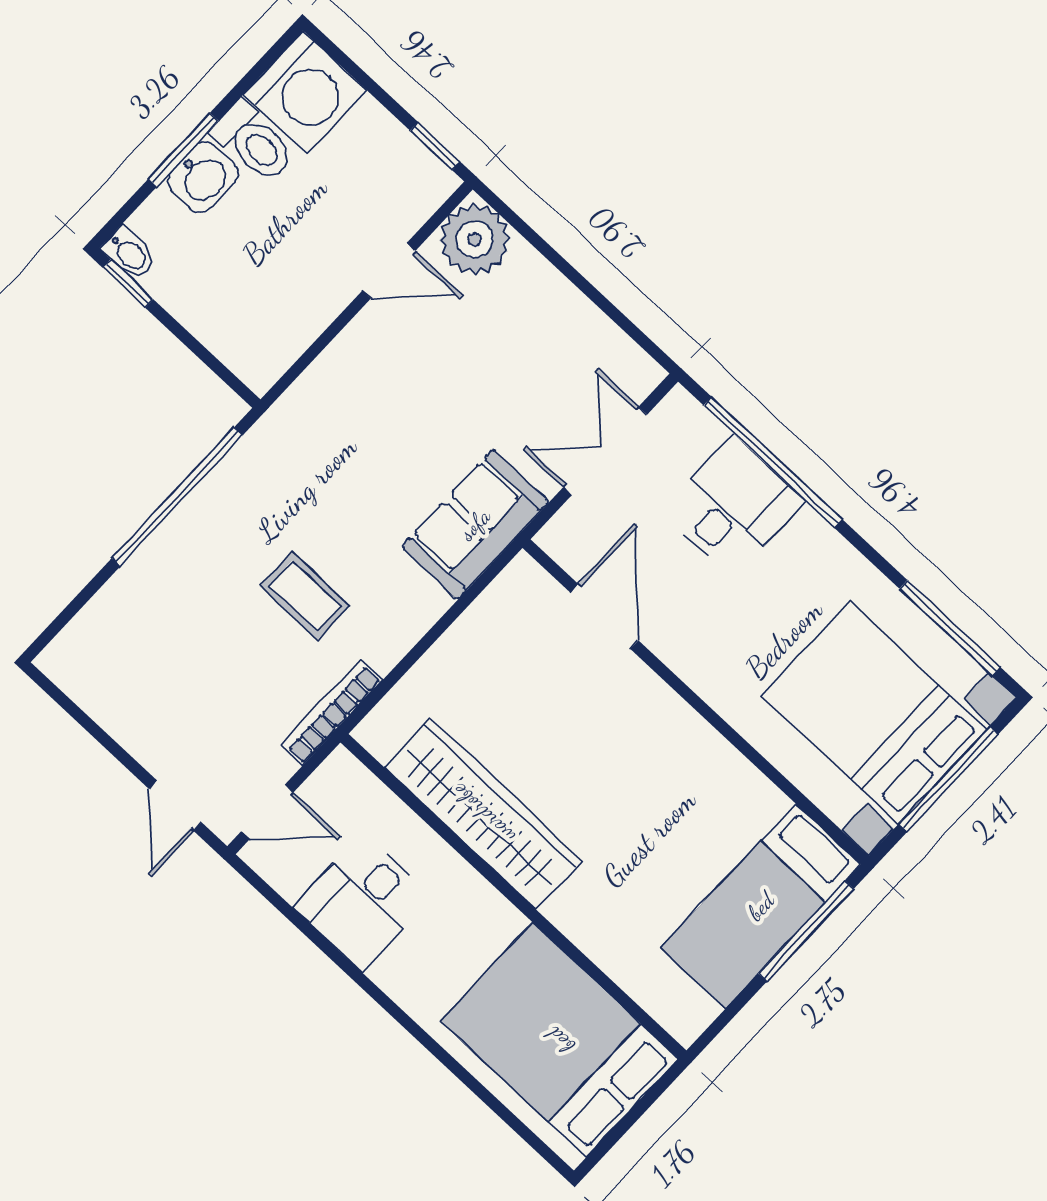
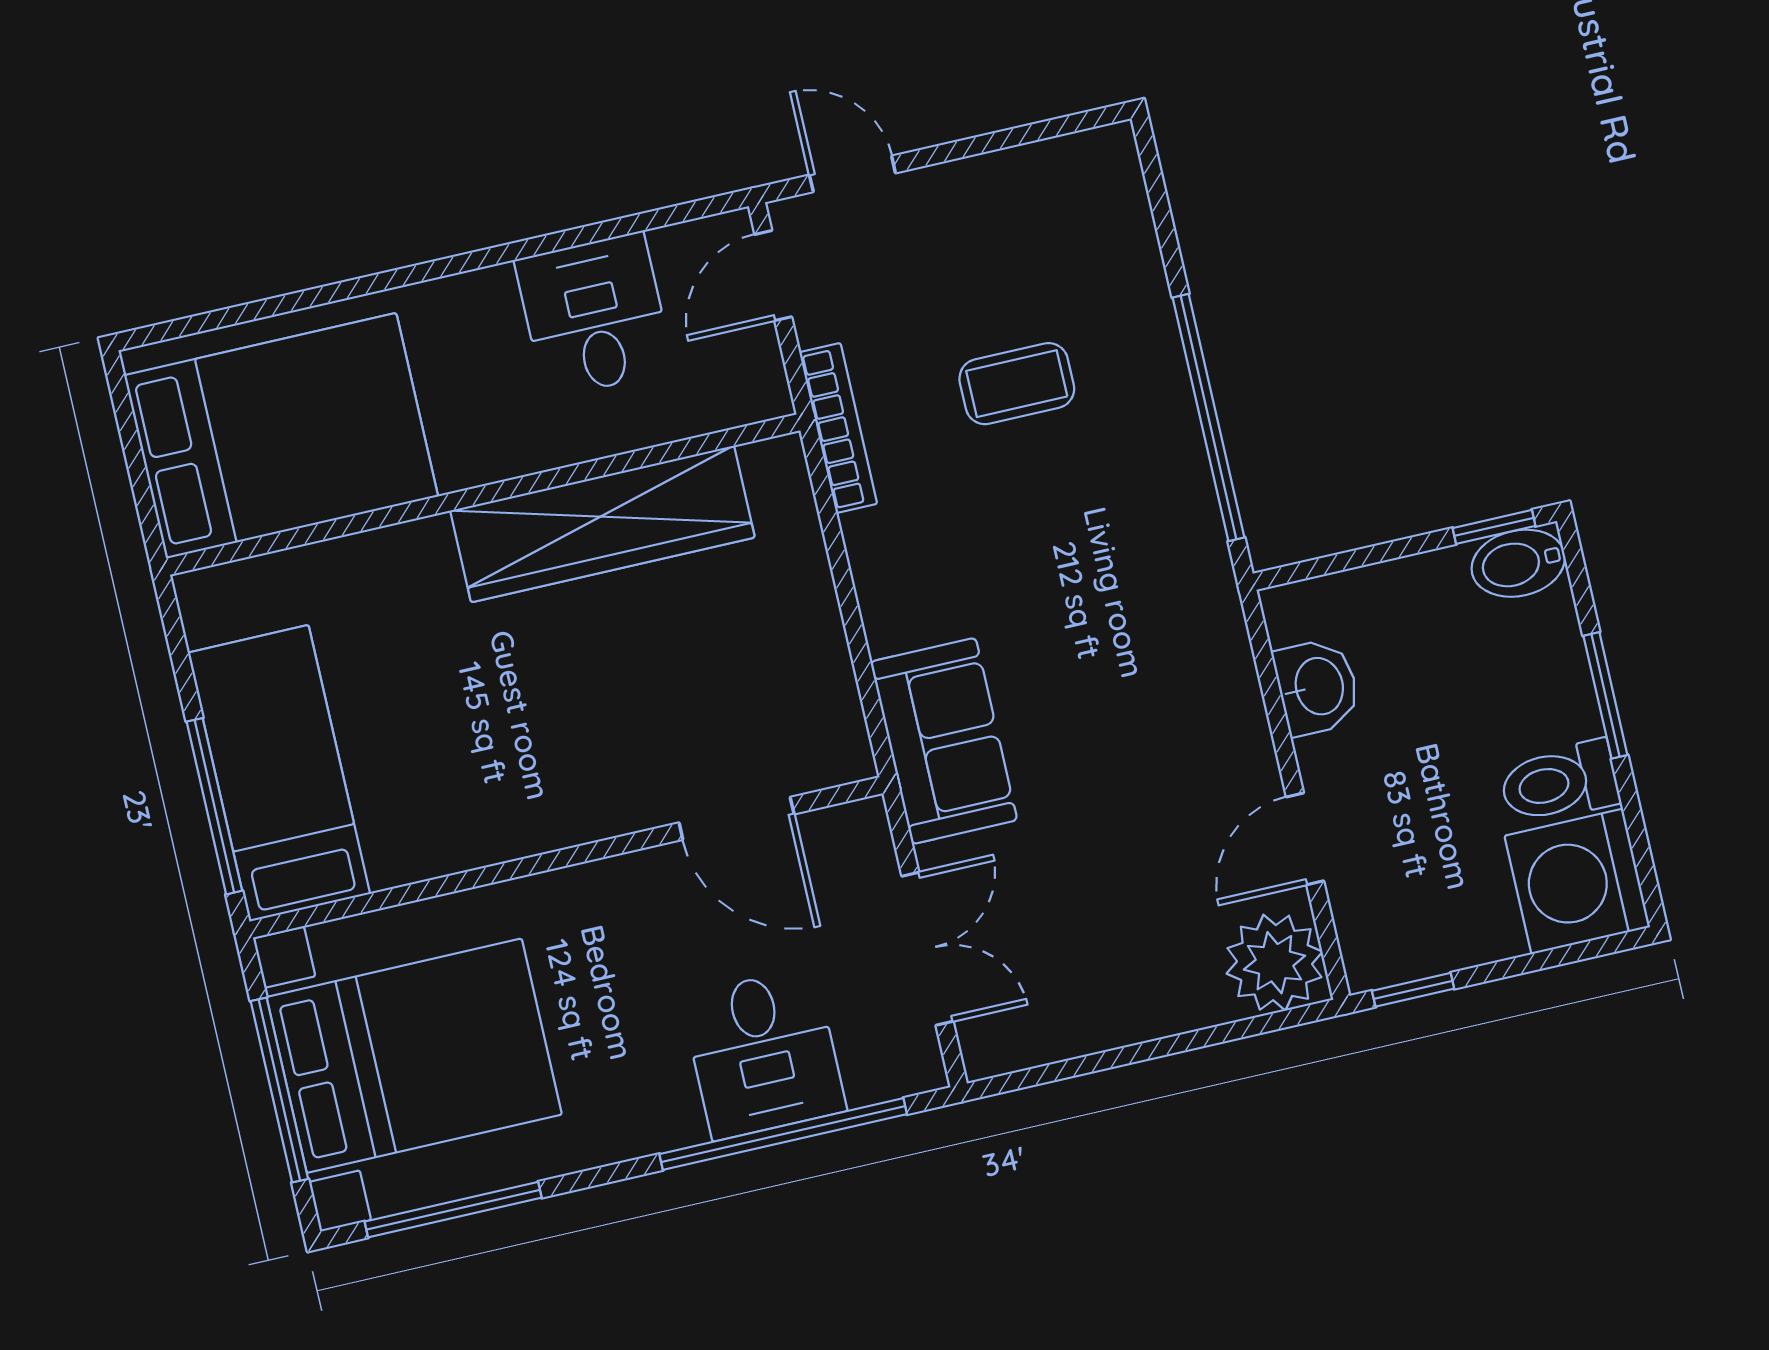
washbasin: (203, 177) -> (1317, 687), moved, turned 180
bidet: (129, 253) -> (1518, 563), width x1.38, depth x1.36
coffee table: (305, 596) -> (1017, 384), moved

